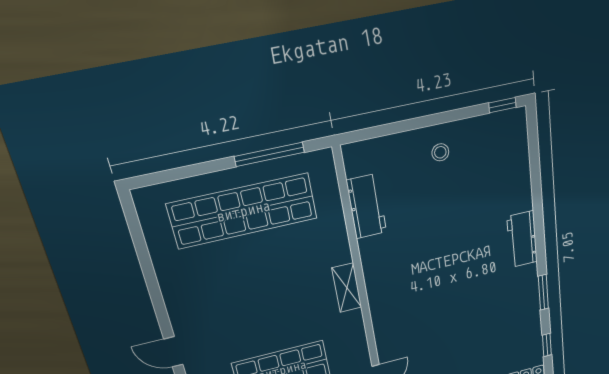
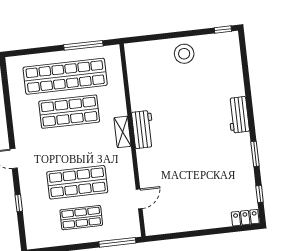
stool: (440, 152) -> (184, 54), width x1.89, depth x1.89
workbench: (367, 206) -> (143, 129), moved
shop shelf: (257, 268) -> (69, 112), added

